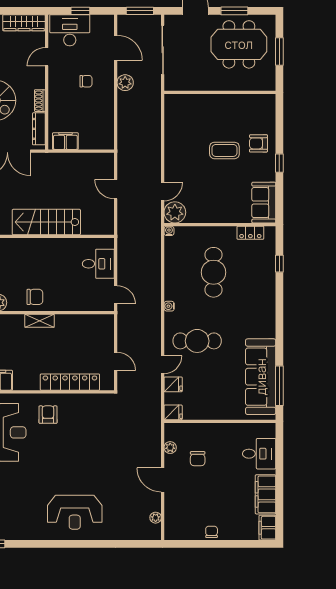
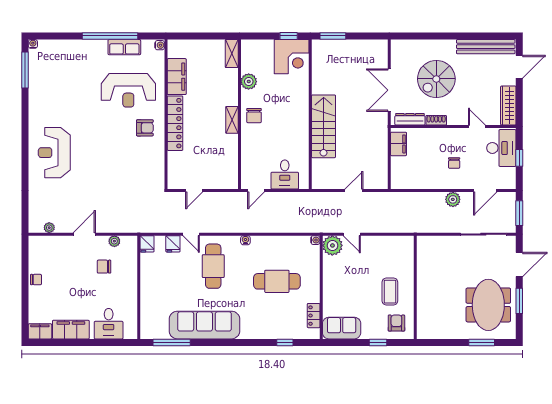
wall: (220, 92) -> (415, 287), moved
sofa: (261, 377) -> (204, 325), moved
locker: (70, 382) -> (175, 123), moved

